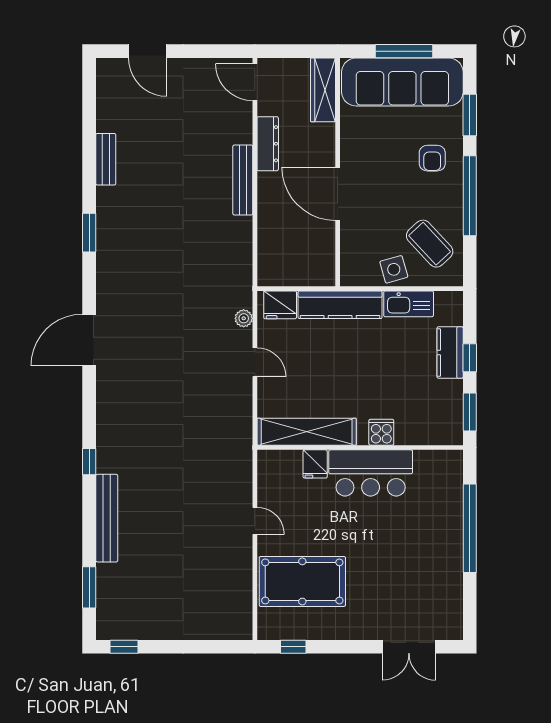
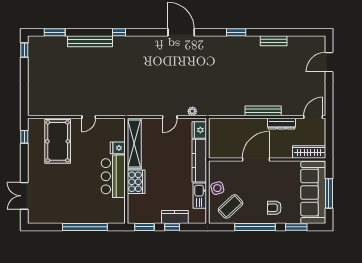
cooker: (381, 432) -> (136, 182), width x1.87, depth x1.31

